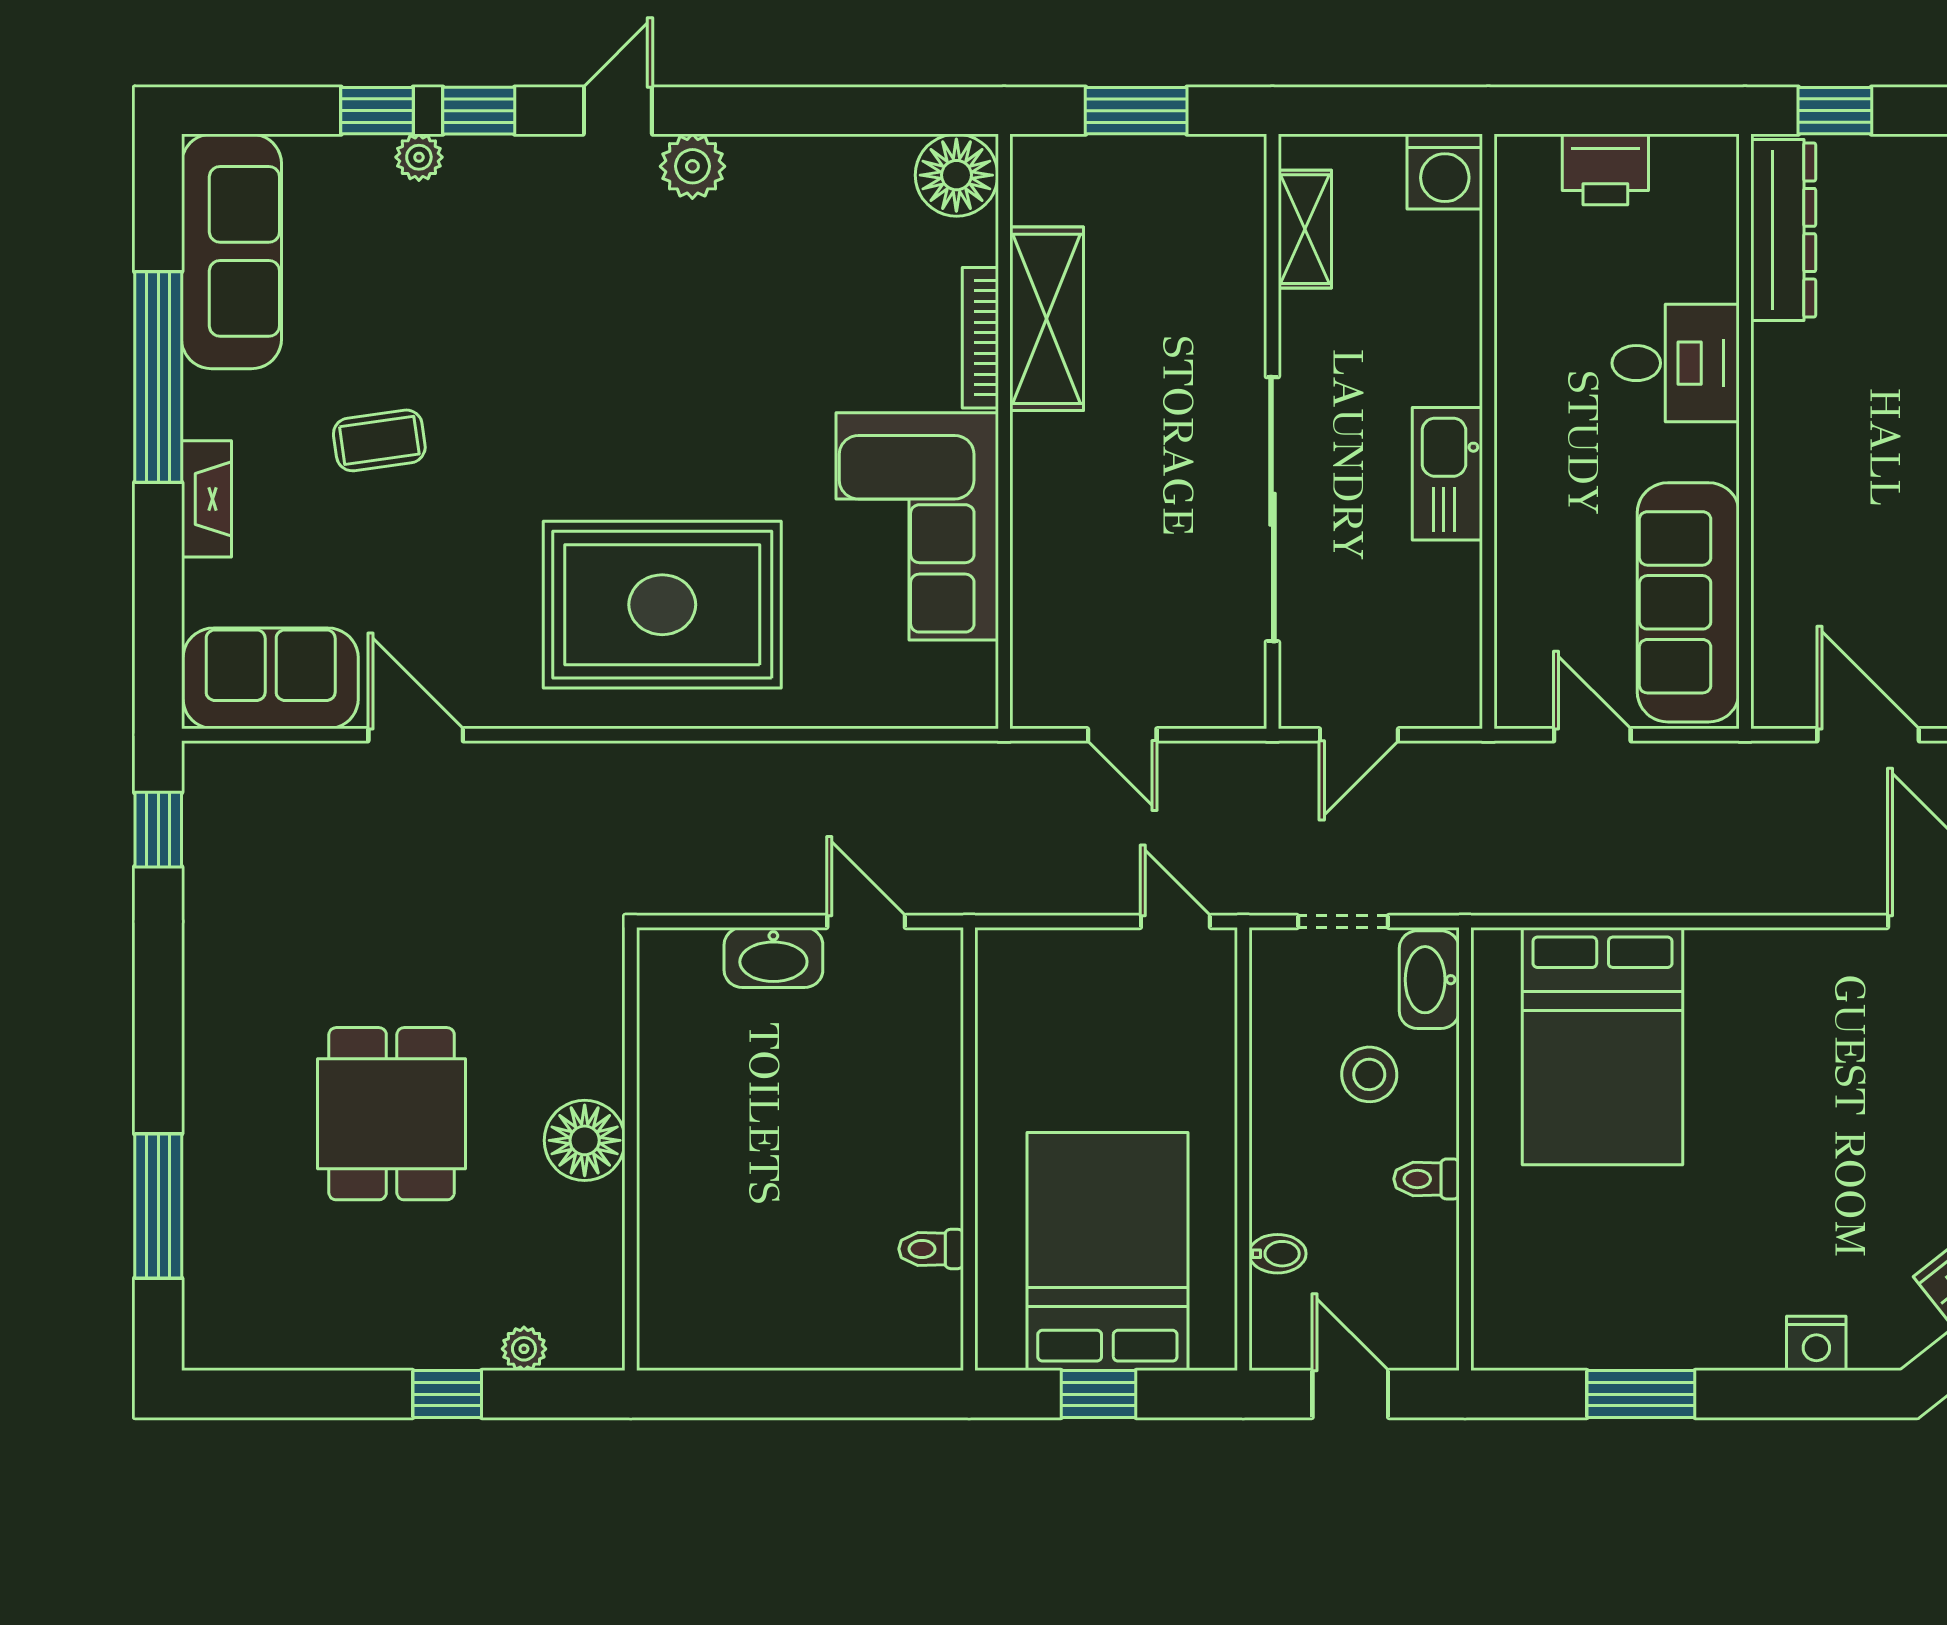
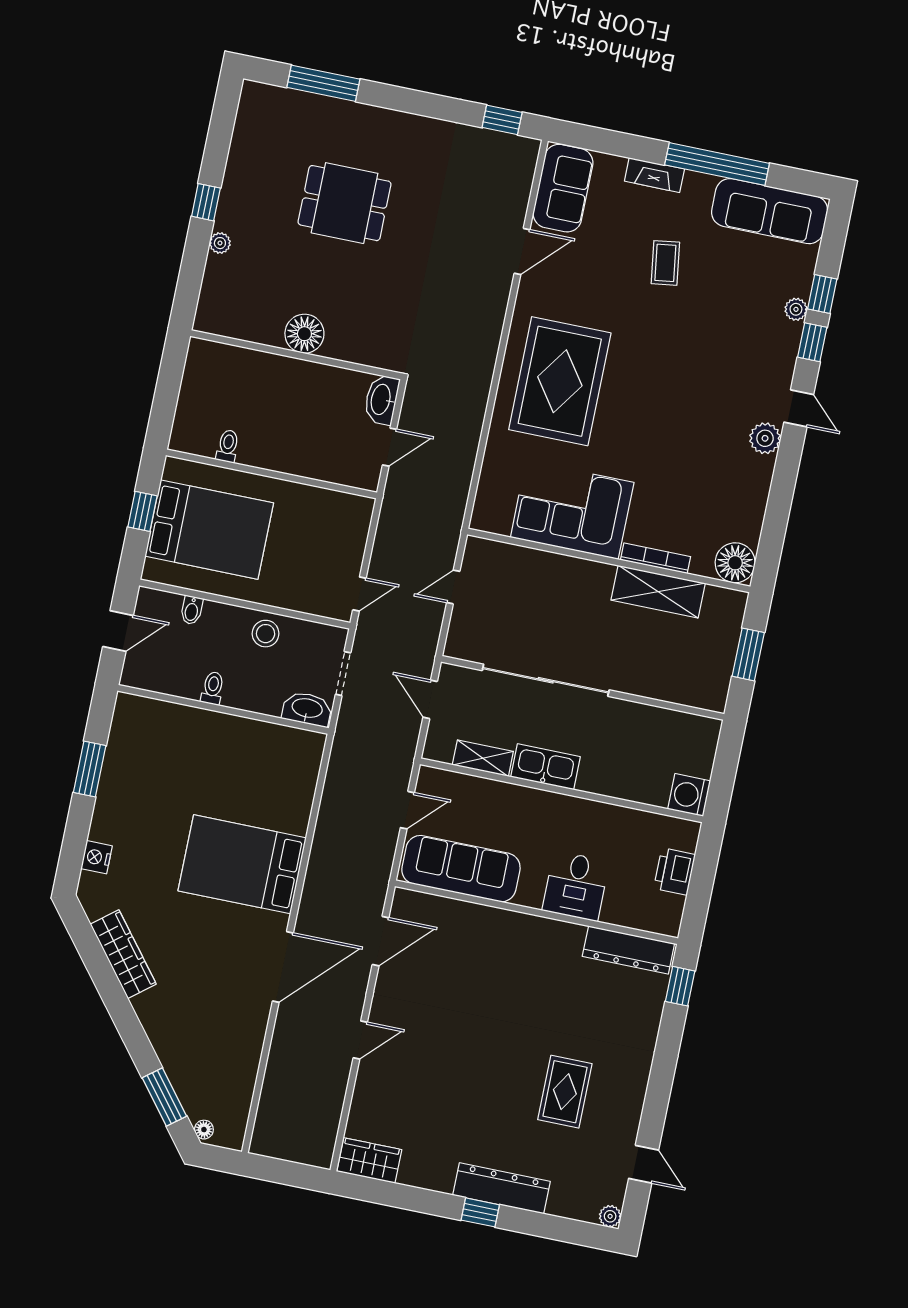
shelving: (1305, 229) -> (483, 758), moved
bed: (1603, 1046) -> (242, 864), moved
stool: (1369, 1074) -> (266, 634), moved
floor lamp: (585, 1140) -> (304, 334), moved
wall: (631, 1149) -> (296, 355), moved

